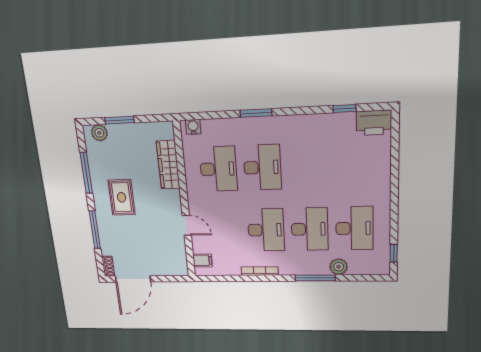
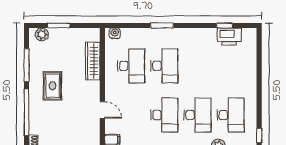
printer: (374, 123) -> (229, 37), moved
window: (95, 230) -> (26, 112), width x1.46

